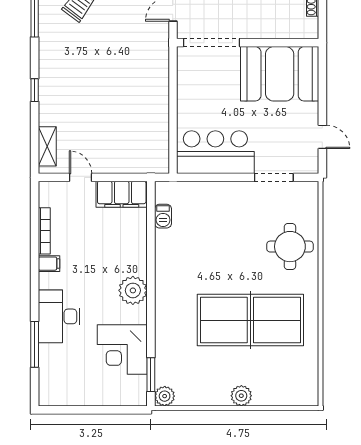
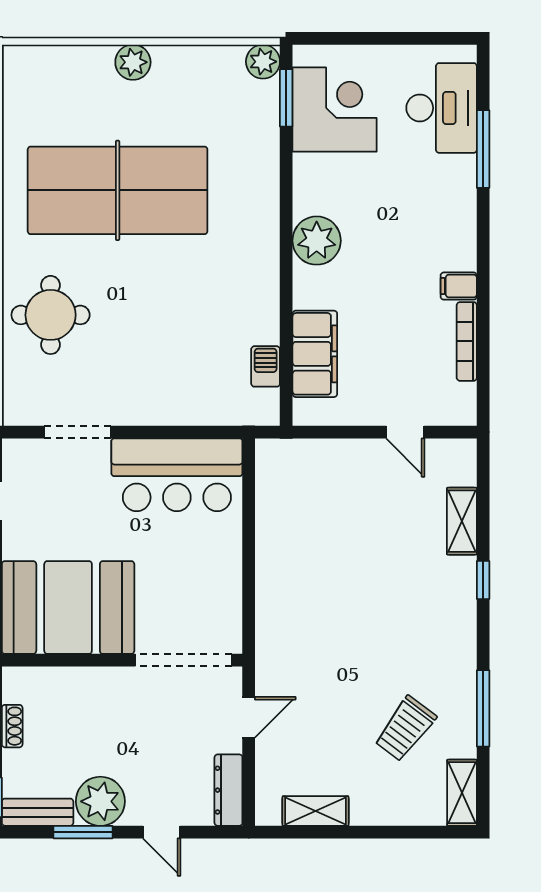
shelving: (47, 146) -> (462, 521), moved
filing cabinet: (122, 194) -> (315, 354), moved, turned 90
desk: (59, 316) -> (442, 108), moved
corner desk: (122, 350) -> (335, 110), moved

